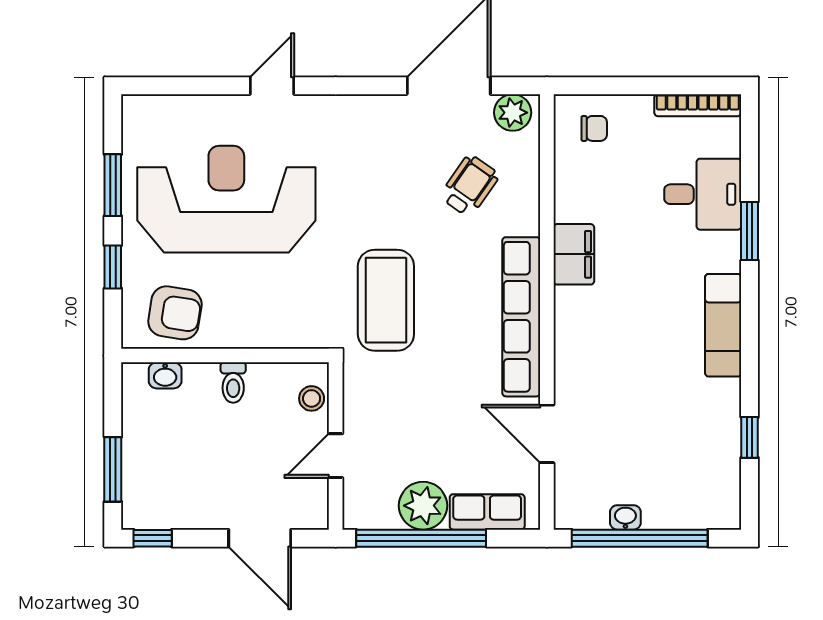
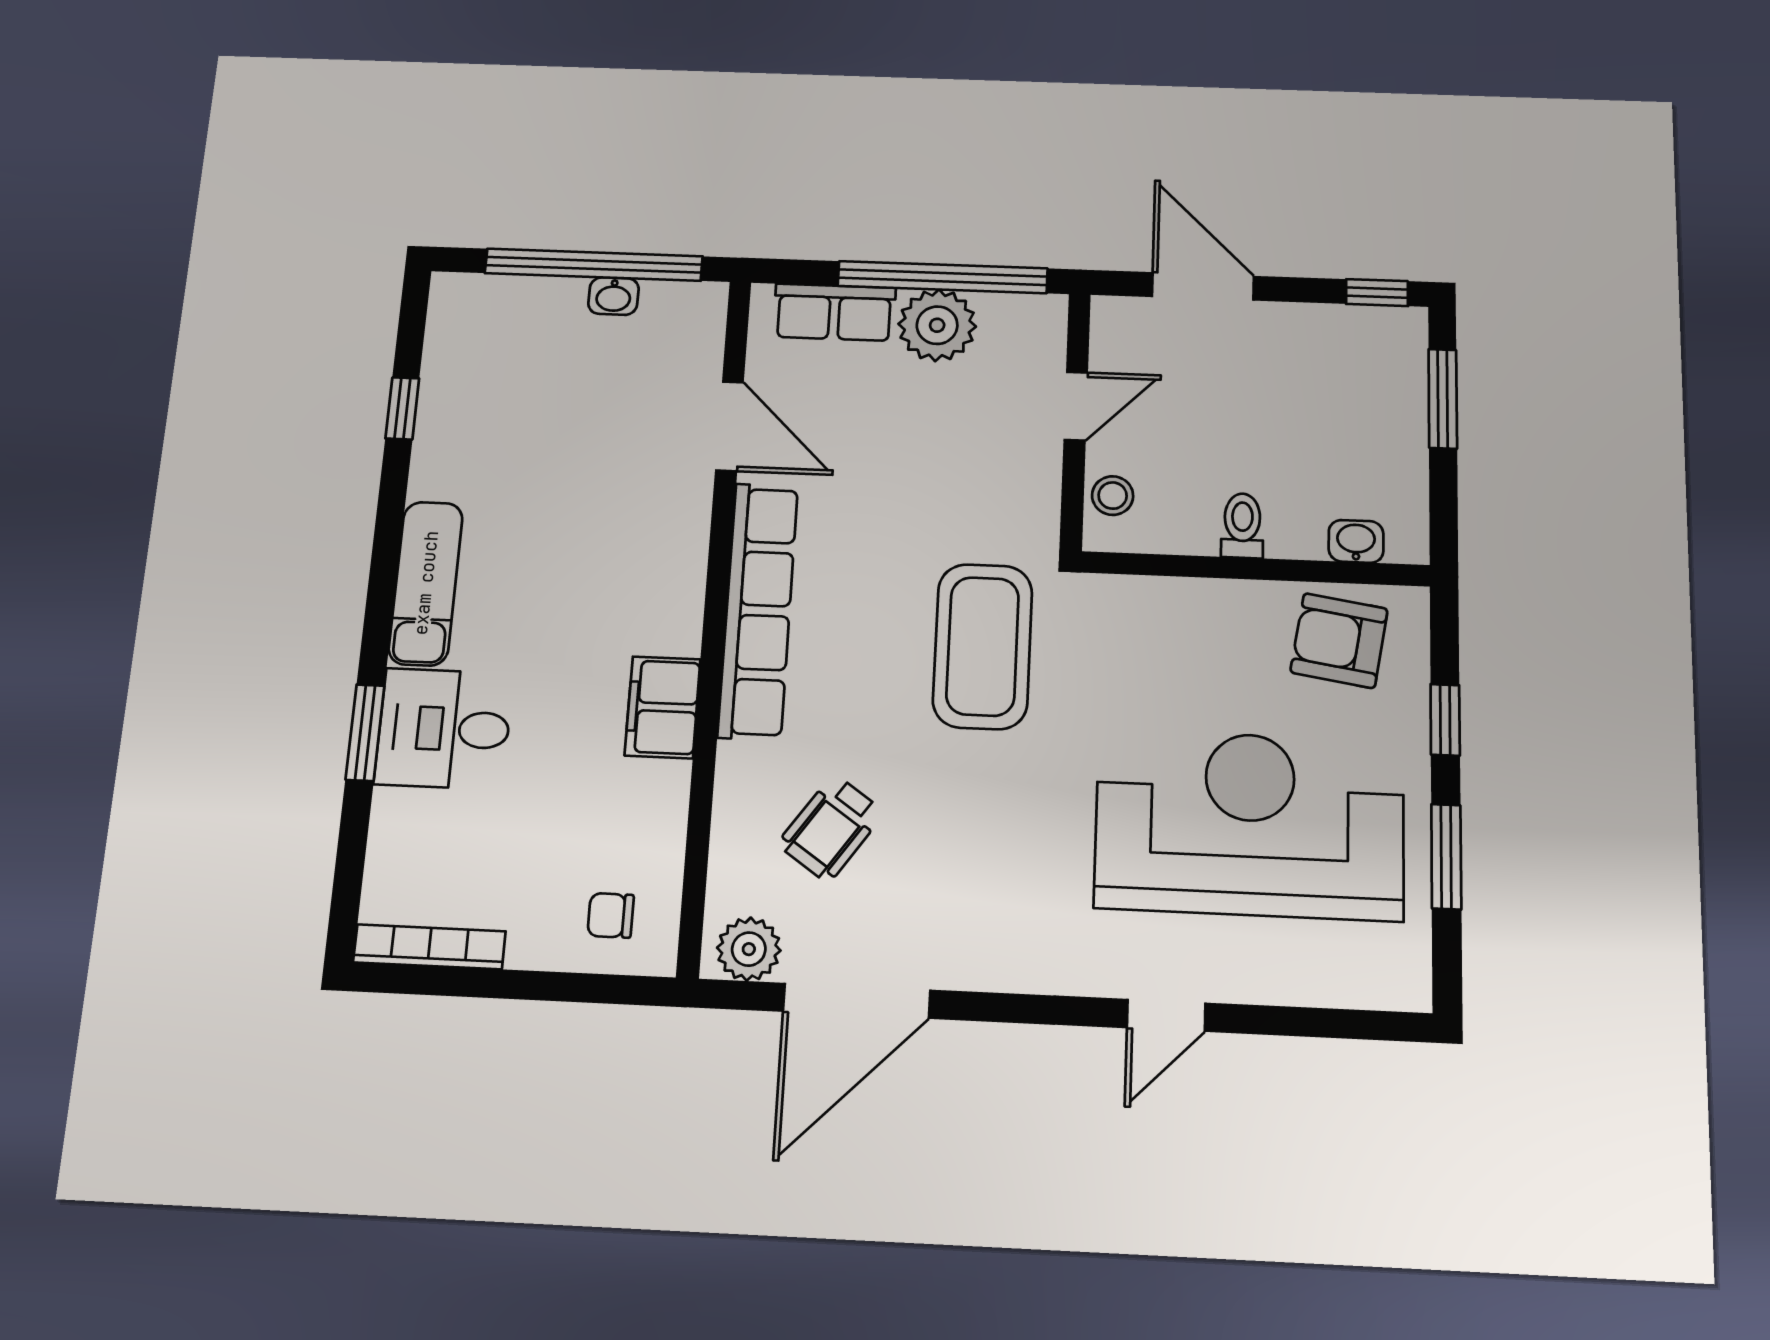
desk: (703, 194) -> (444, 729), moved
reception desk: (226, 199) -> (1249, 824), turned 180

